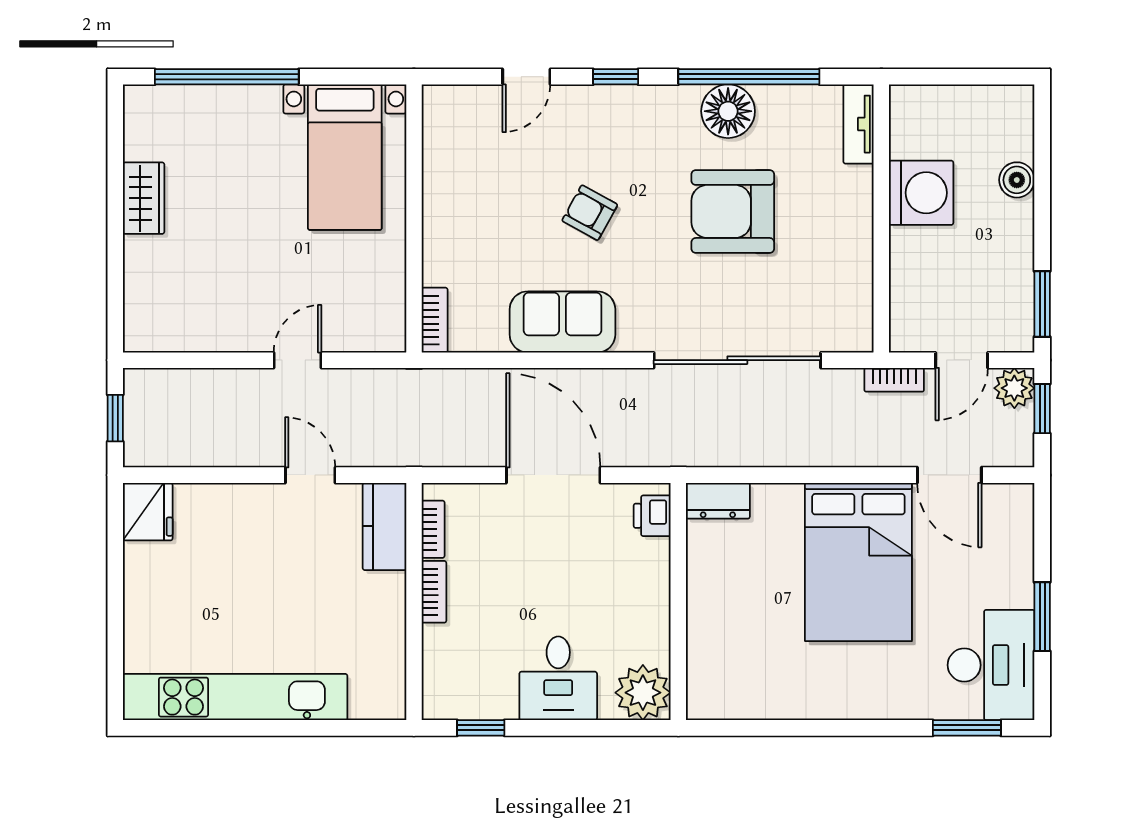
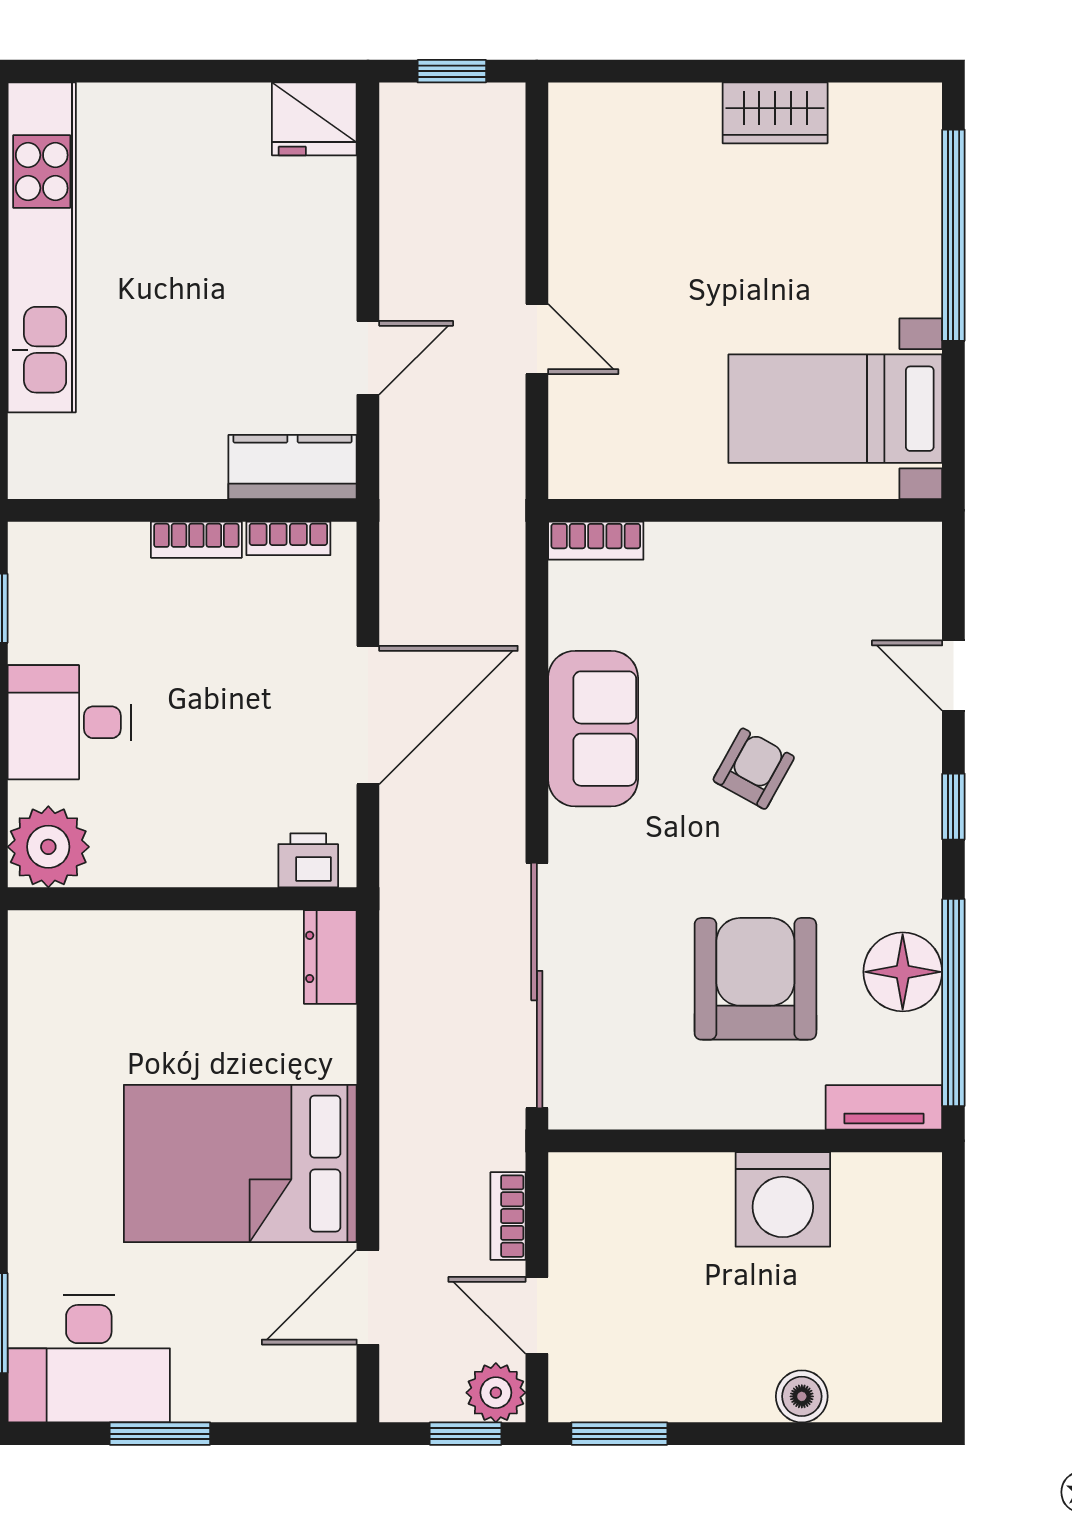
tv unit: (858, 124) -> (884, 1107), moved
washing machine: (921, 193) -> (783, 1199), moved
wall: (881, 218) -> (745, 1141), moved

